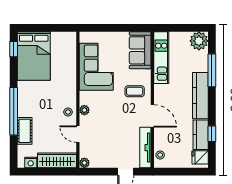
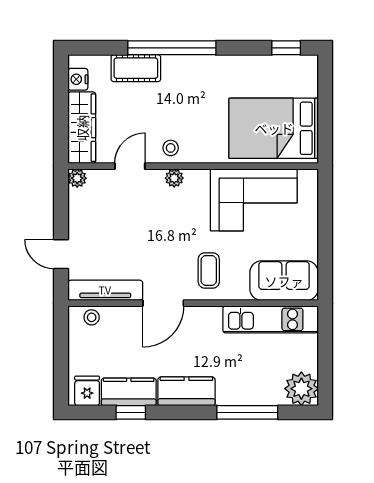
bed: (34, 56) -> (274, 128), moved
kitchen counter: (200, 96) -> (186, 391), width x0.67

